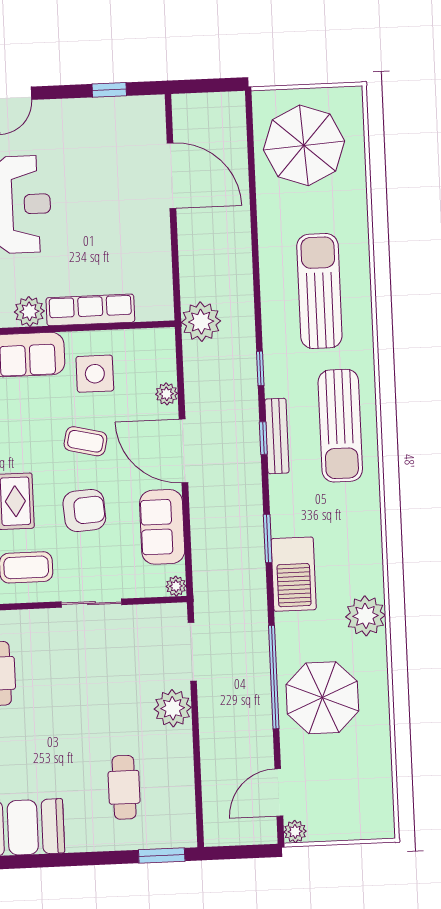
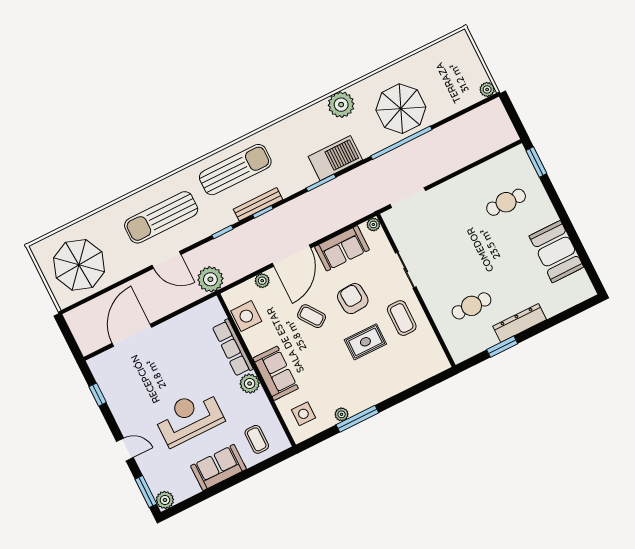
side table: (95, 374) -> (246, 316), moved
coffee table: (85, 441) -> (312, 316), turned -49
plant: (173, 708) -> (446, 194), removed
door: (279, 793) -> (166, 260), moved

